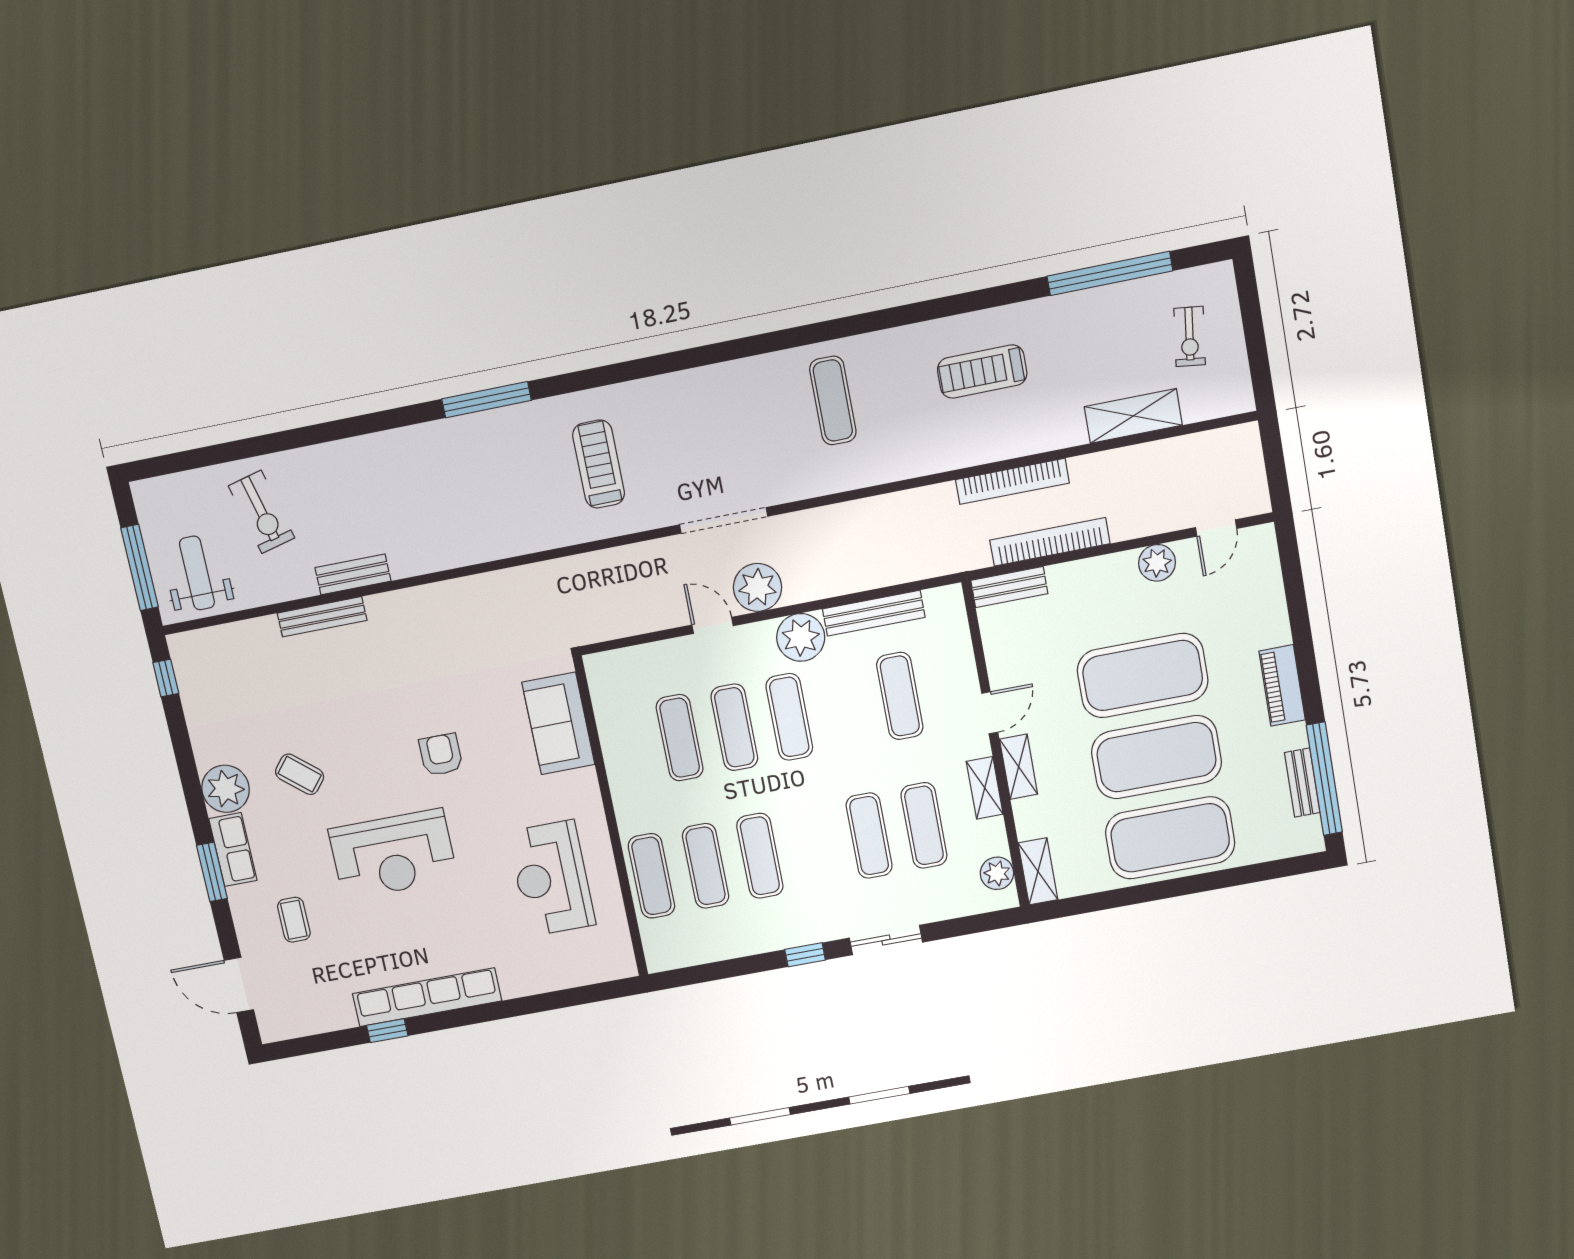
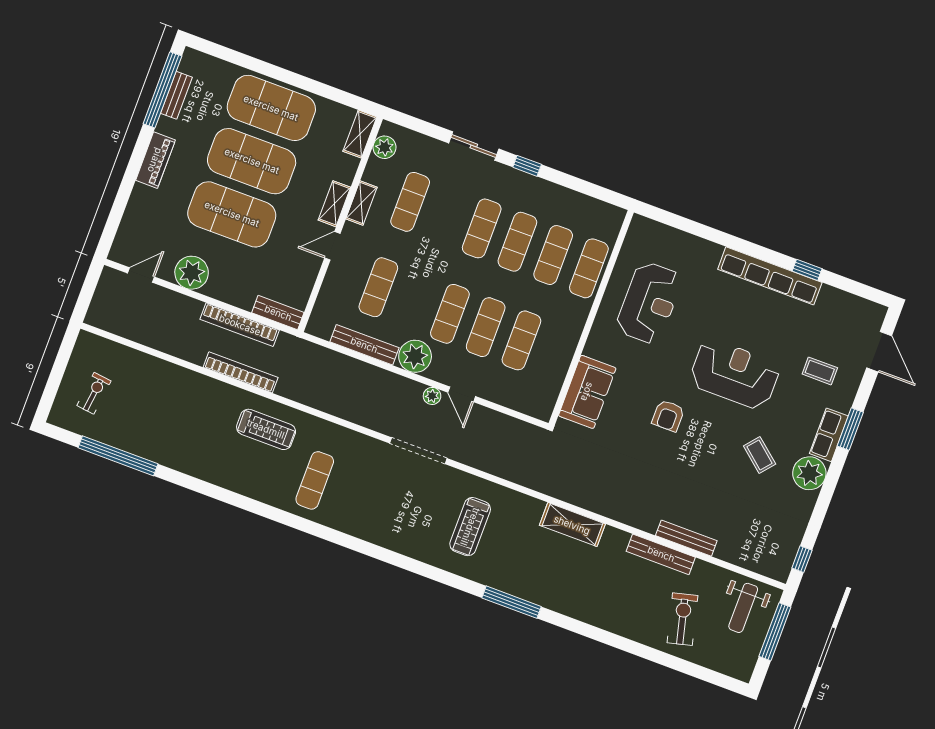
treadmill: (982, 372) -> (266, 429), moved
shelving: (1133, 416) -> (572, 525), moved
plant: (1157, 563) -> (192, 273), width x1.36, depth x1.36
bench: (353, 574) -> (661, 554), width x1.36
plant: (758, 587) -> (432, 396), width x0.53, depth x0.53
exercise mat: (869, 836) -> (482, 228), moved
coffee table: (294, 920) -> (820, 371), turned 90

